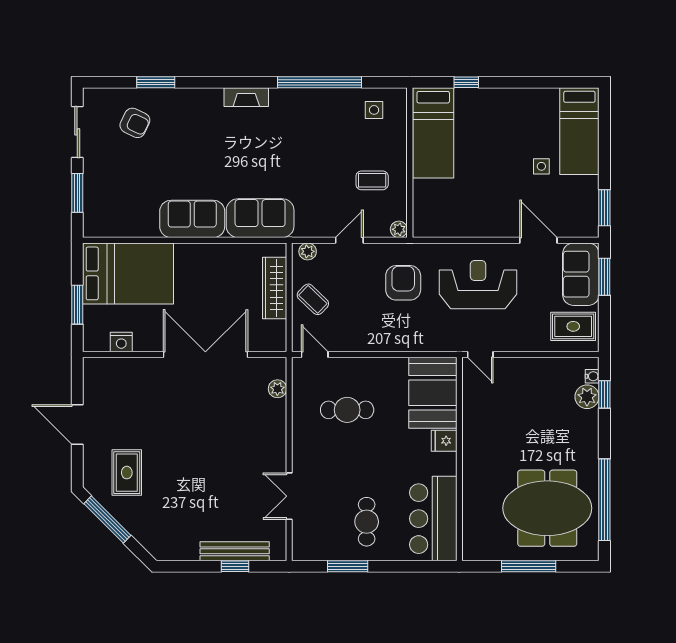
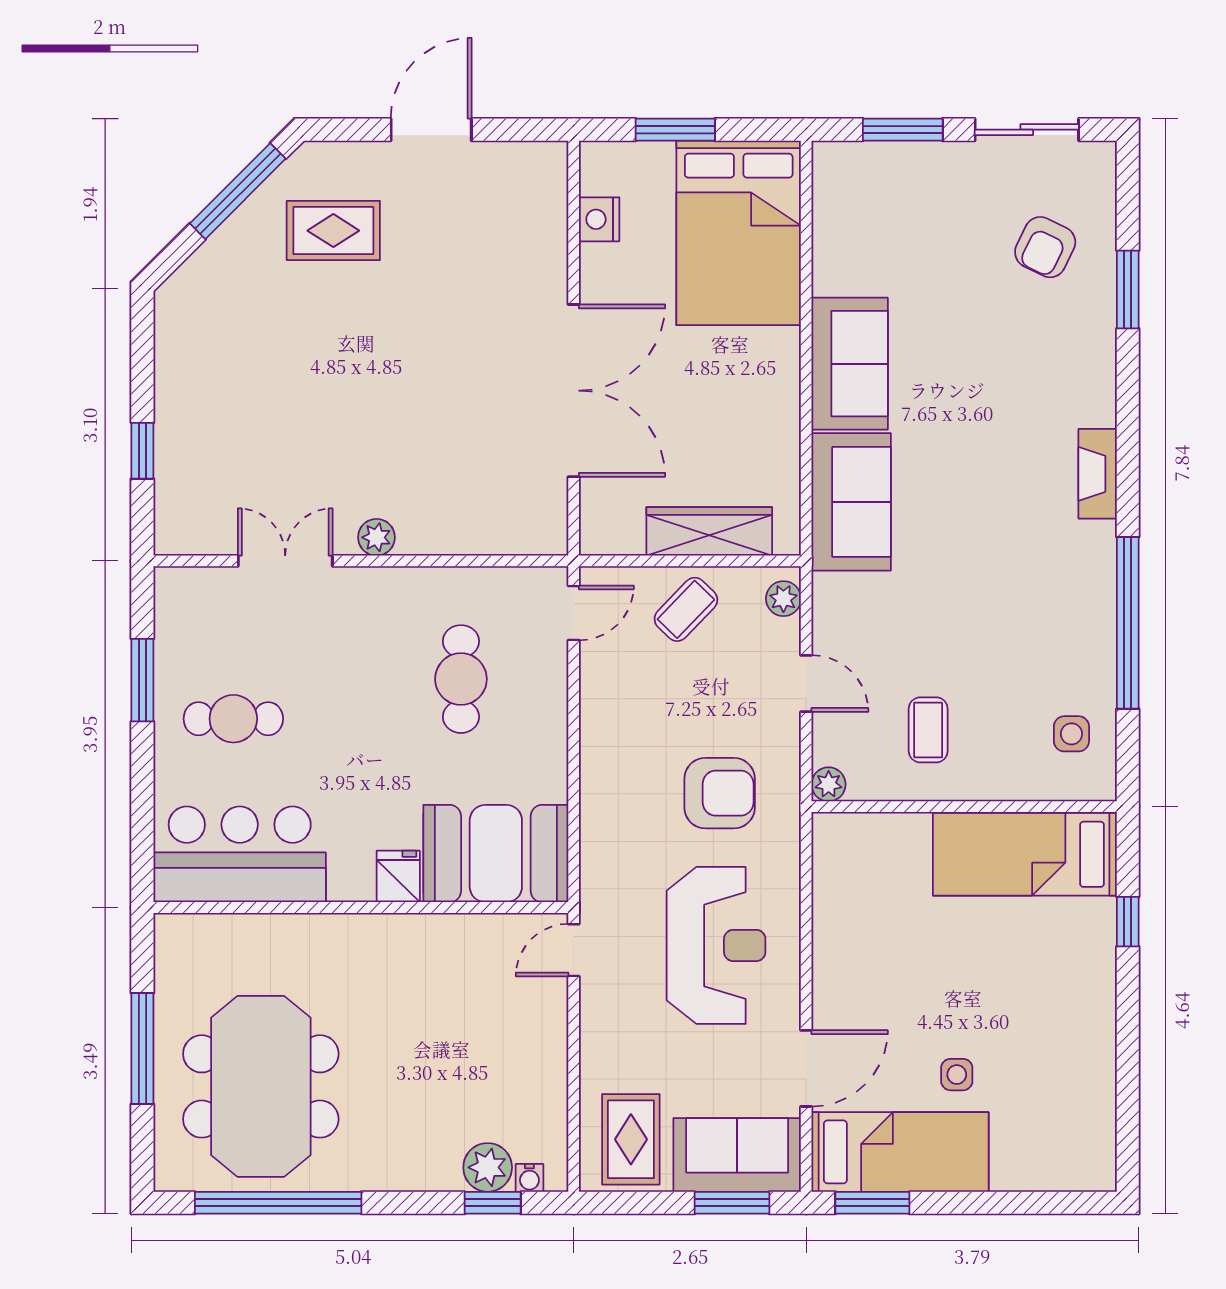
bed: (579, 131) -> (900, 1152), moved, turned 180
plant: (277, 389) -> (376, 537), moved
bench: (235, 551) -> (173, 450), removed

